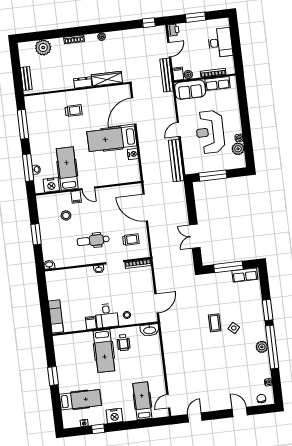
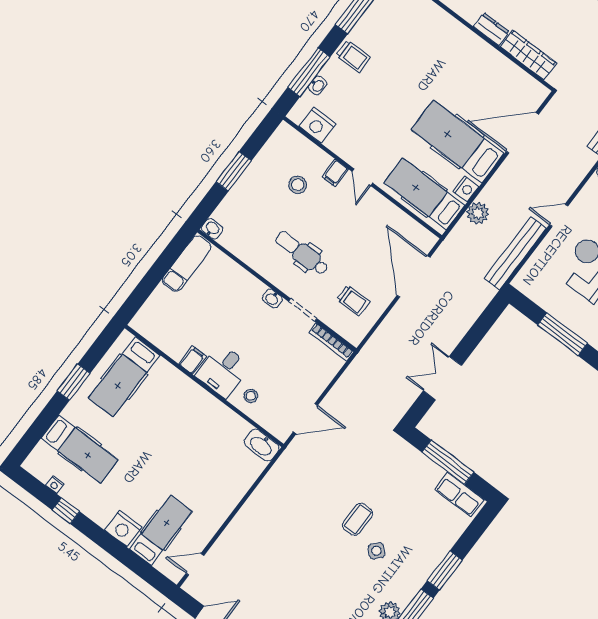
trolley: (74, 111) -> (353, 56), moved
plant: (146, 159) -> (478, 213), added
hospital bed: (67, 169) -> (424, 194), moved, turned -90
window: (213, 176) -> (562, 334), moved
exam couch: (56, 316) -> (187, 264), moved
wheelchair: (123, 343) -> (211, 428), removed
hospital bed: (104, 351) -> (124, 377), moved
nightstand: (114, 416) -> (123, 529), moved

